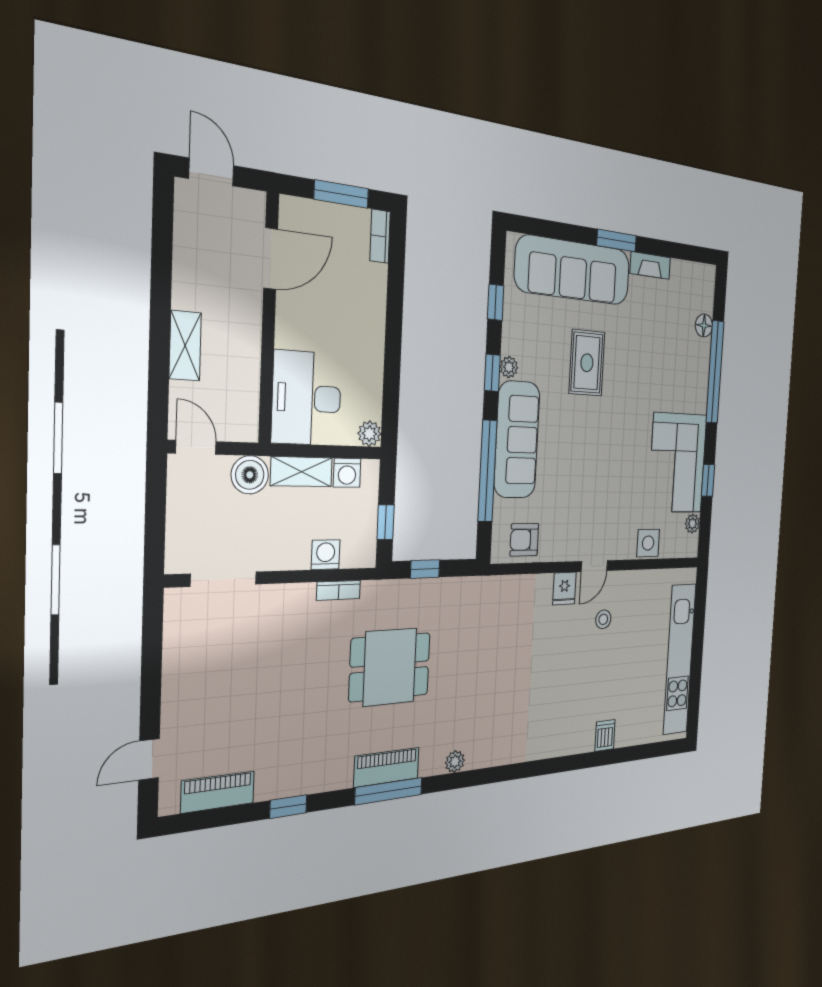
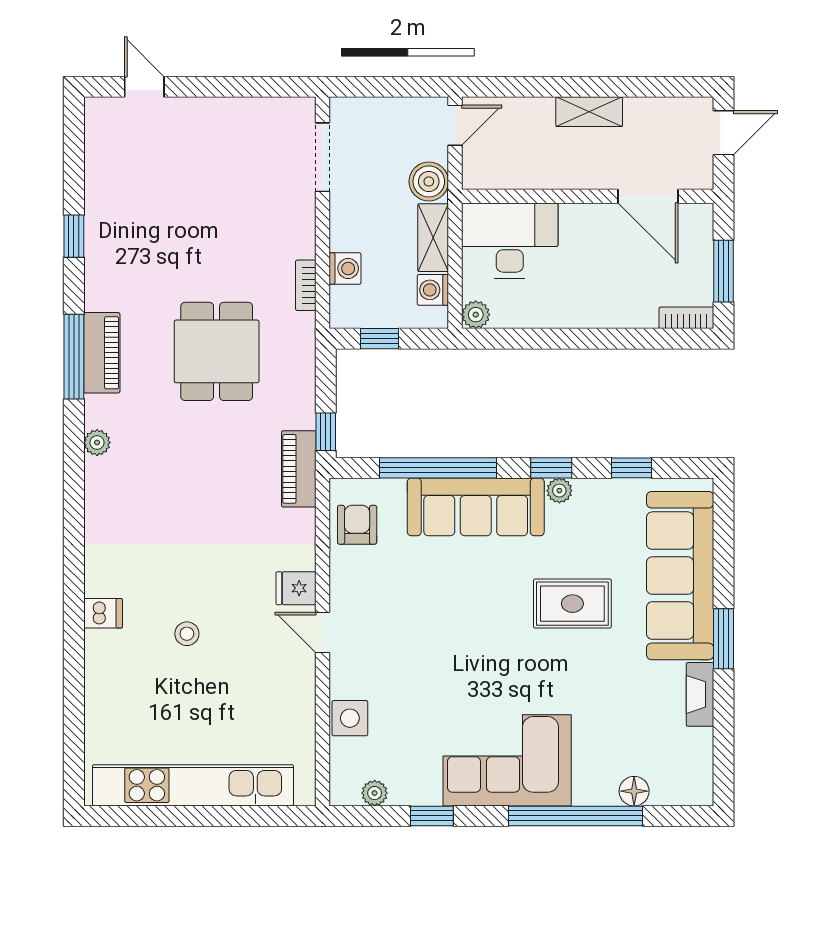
shelving: (185, 346) -> (589, 112), moved
corner sofa: (678, 463) -> (507, 760), moved
window: (425, 569) -> (326, 432), moved
stool: (603, 619) -> (187, 634), moved
dishwasher: (605, 735) -> (103, 613), moved
piano: (218, 792) -> (299, 469), moved, turned 180

